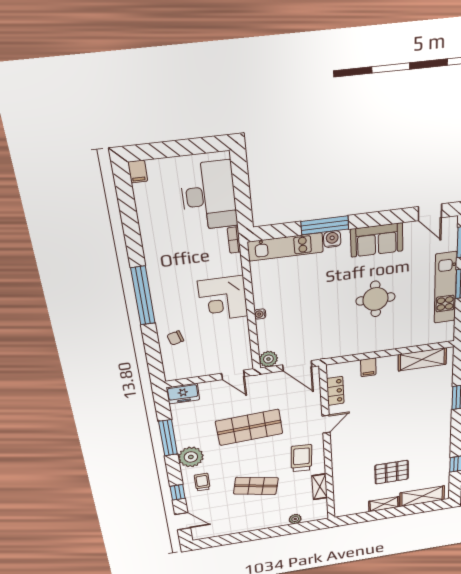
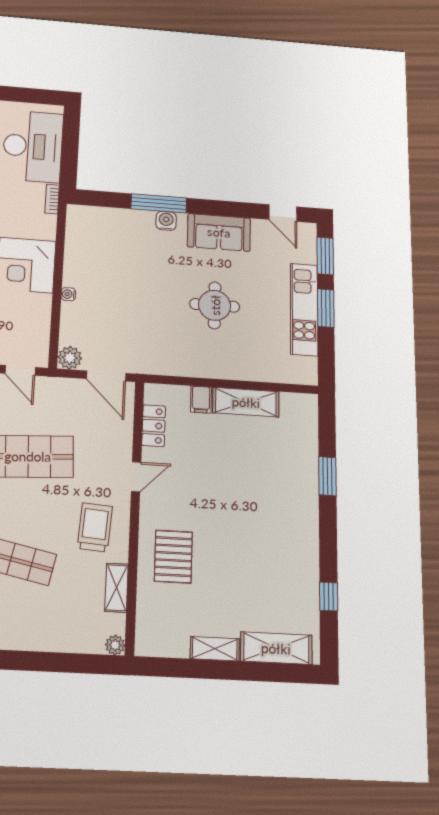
kitchen unit: (285, 247) -> (110, 219), removed
shelving: (422, 359) -> (246, 402), moved
pallet: (392, 472) -> (173, 557), moved, turned 90
plant: (295, 519) -> (115, 645), moved

